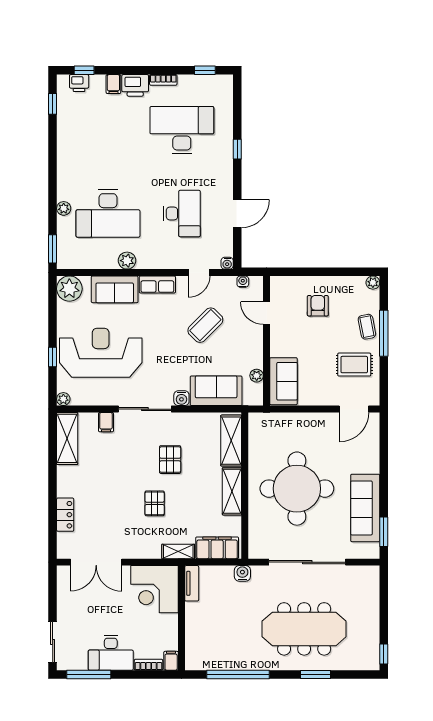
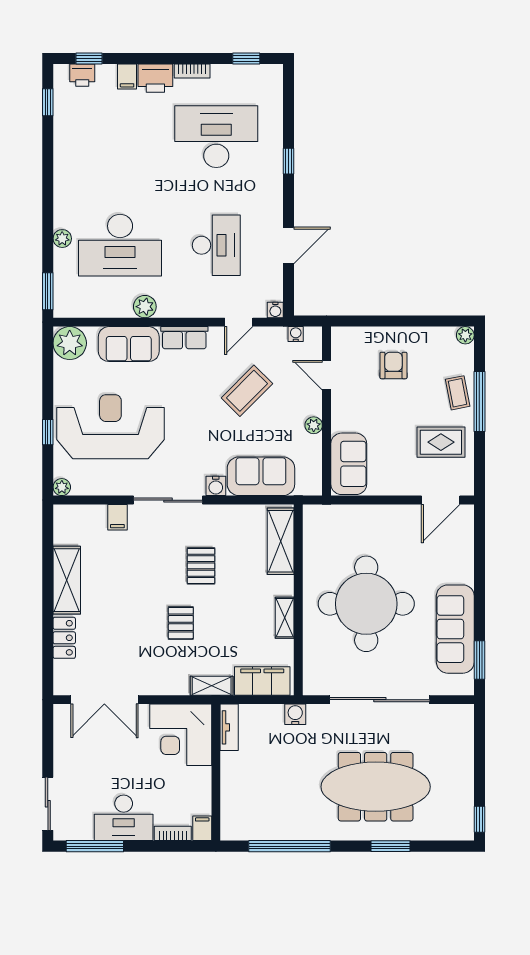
plant: (257, 376) -> (314, 425), moved
shelving: (67, 438) -> (67, 580), moved
shelving: (232, 491) -> (285, 618), width x0.67, depth x0.75

